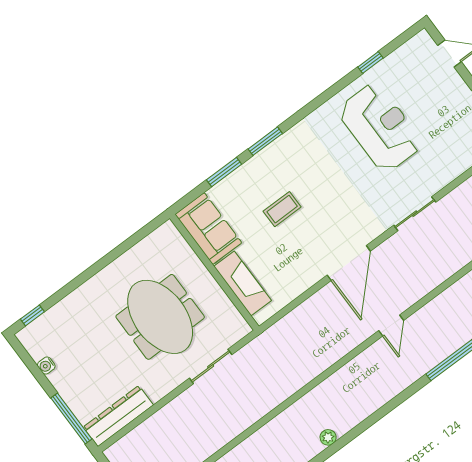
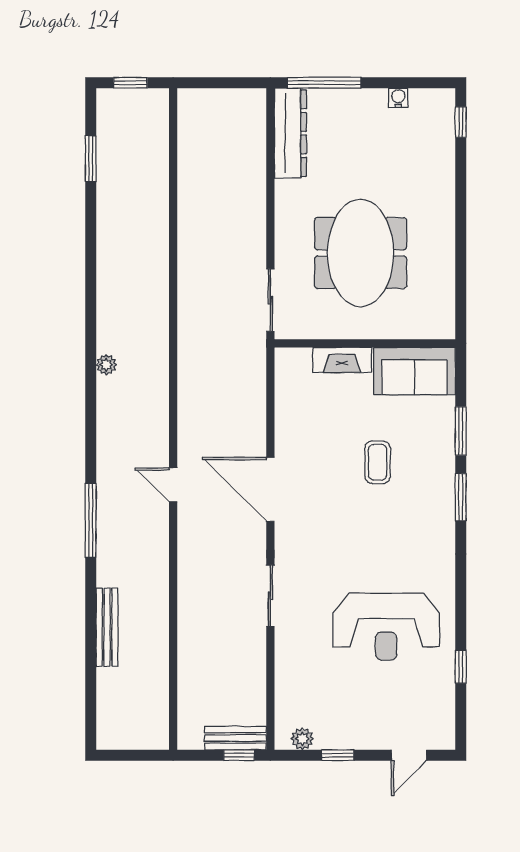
fireplace: (243, 283) -> (342, 360), width x0.73, depth x0.76
meeting table: (160, 317) -> (361, 253), turned 90
sliding door: (211, 366) -> (270, 300), moved
plant: (328, 437) -> (106, 365), moved

